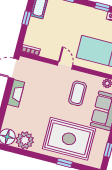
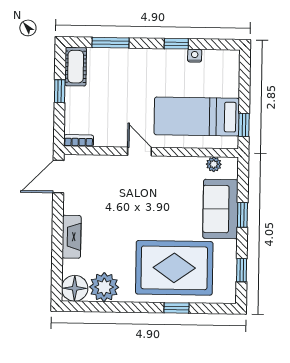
fireplace: (16, 93) -> (72, 237), moved
coffee table: (78, 93) -> (170, 192), removed

